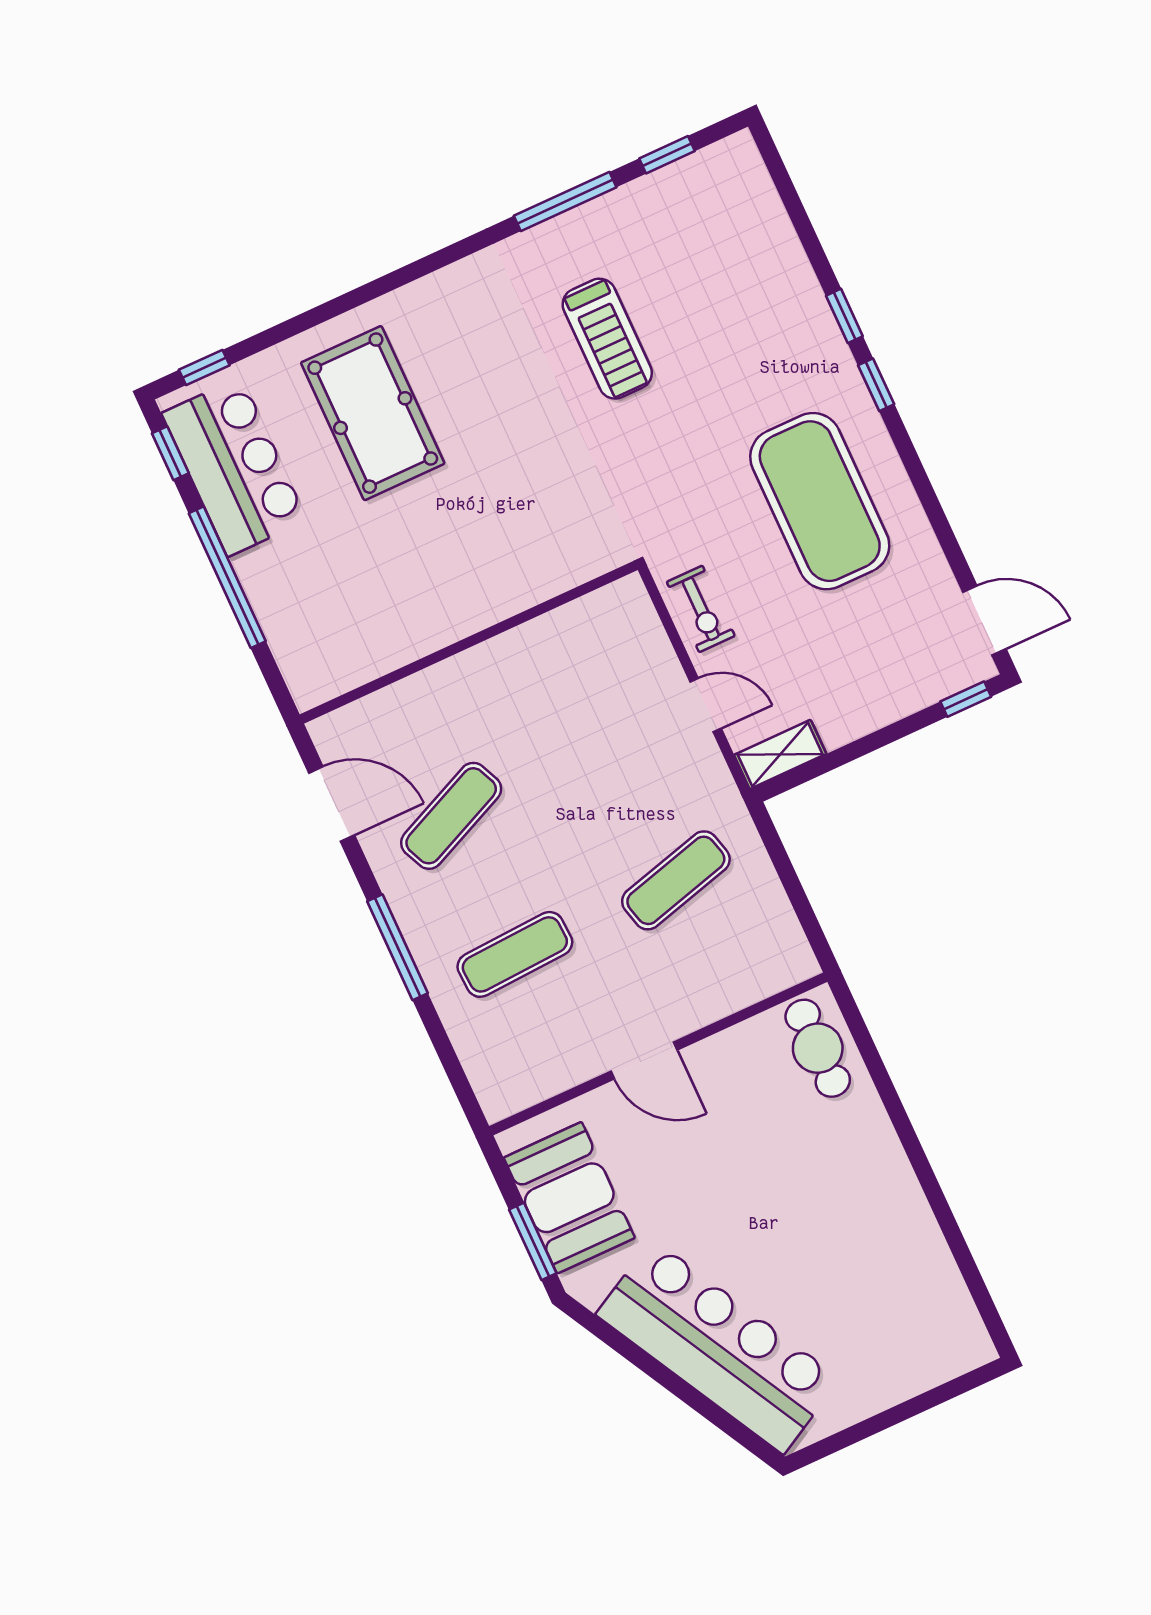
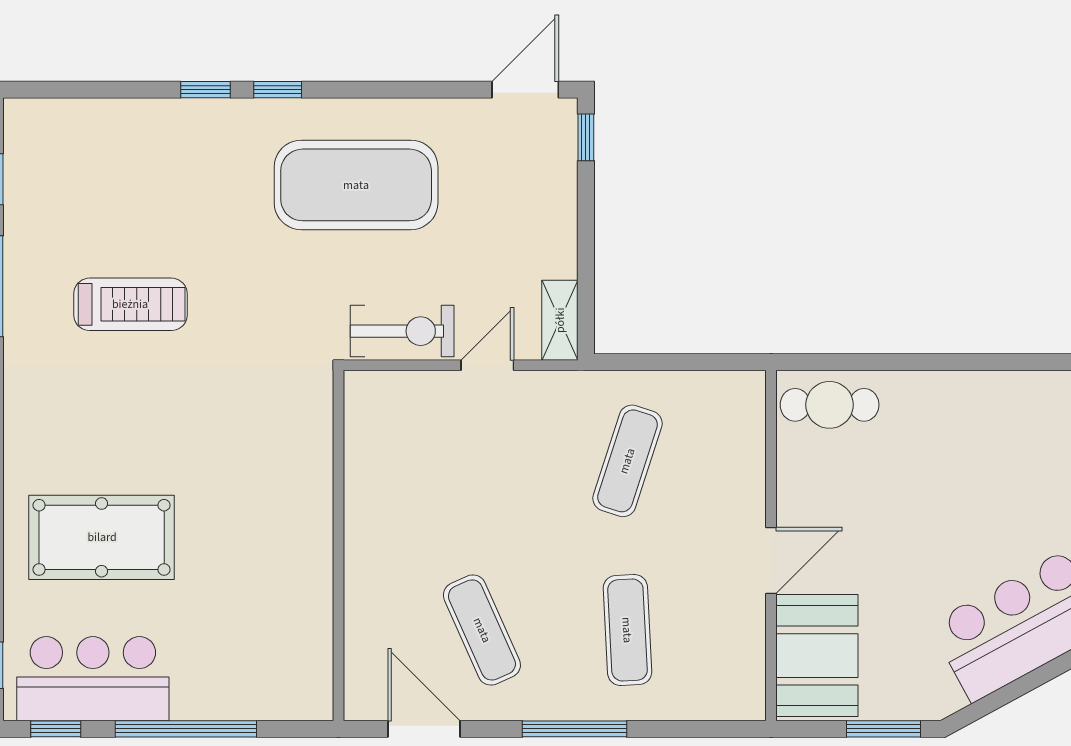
exercise bike: (701, 609) -> (402, 331), width x1.38, depth x1.39
door: (332, 804) -> (424, 729), hinge flipped
exercise mat: (676, 880) -> (627, 461), turned 33
booth: (569, 1198) -> (817, 656), moved, turned 90

